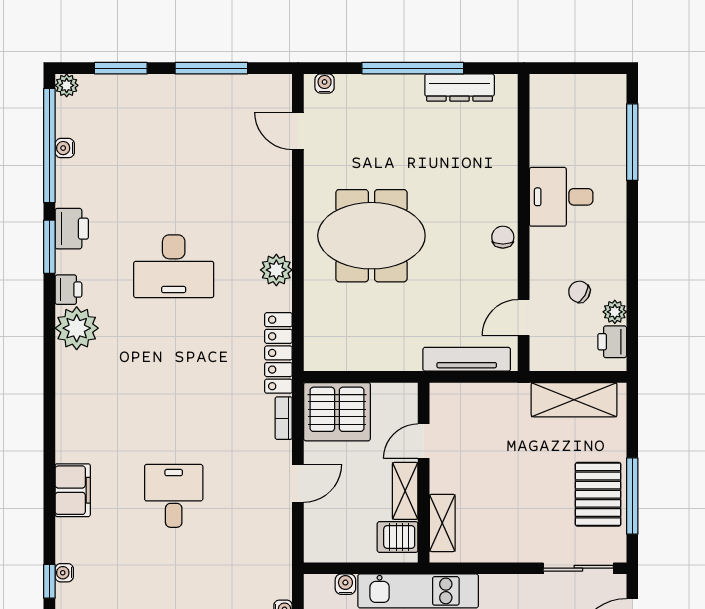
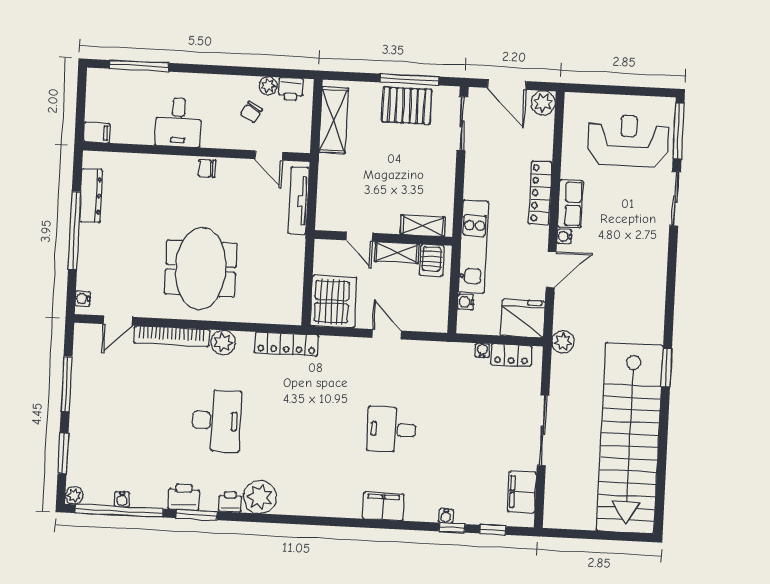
filing cabinet: (542, 91) -> (97, 133), added
bookcase: (284, 418) -> (172, 336), moved, width x2.31, depth x1.31

